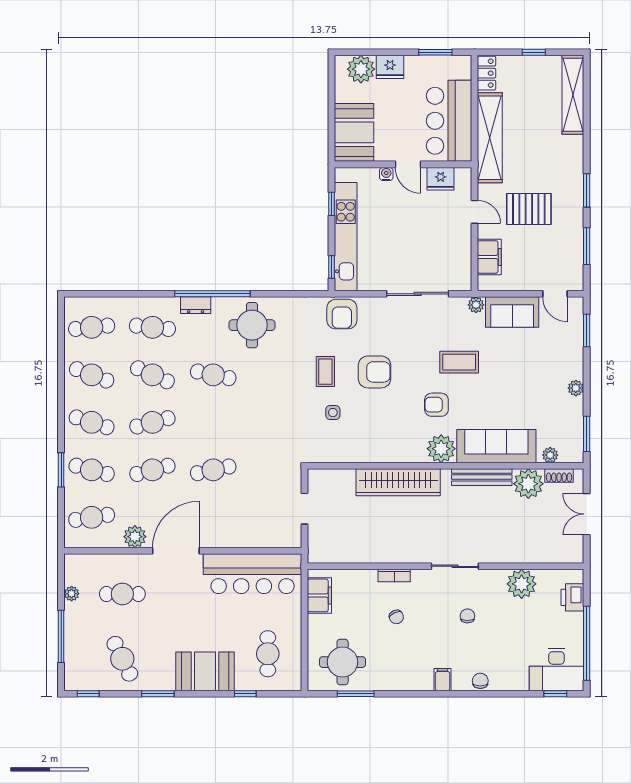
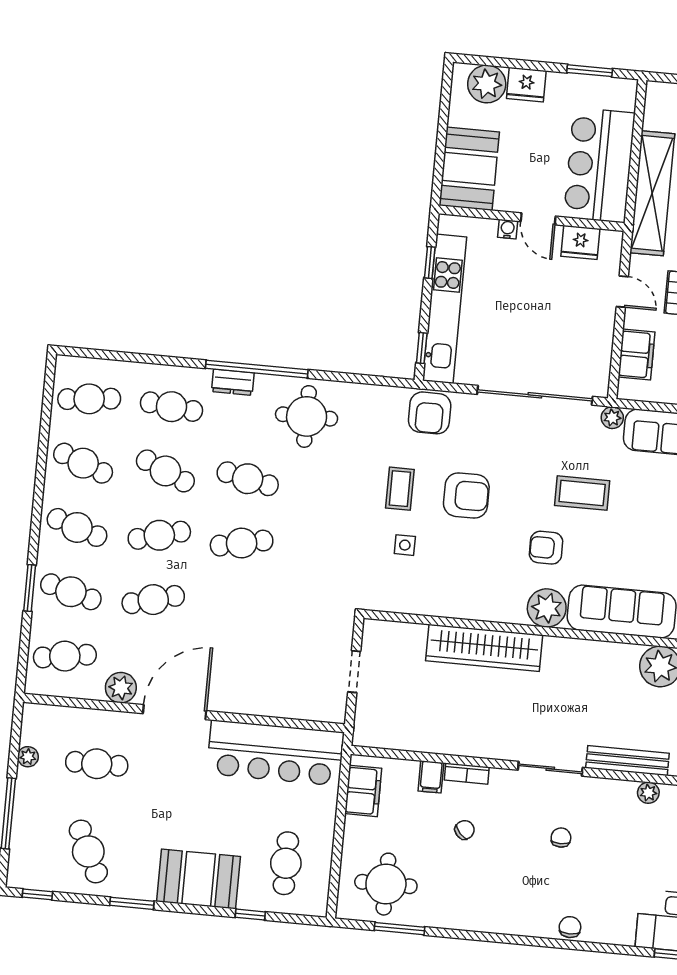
locker: (487, 73) -> (656, 105), removed
sliding door: (418, 294) -> (535, 395), width x1.36
cafe table: (213, 470) -> (242, 543), moved
bench: (482, 477) -> (627, 761), moved
plant: (522, 584) -> (648, 793), width x0.53, depth x0.53
chair: (396, 617) -> (465, 830), turned -107
filing cabinet: (443, 680) -> (431, 777), moved, turned 180

